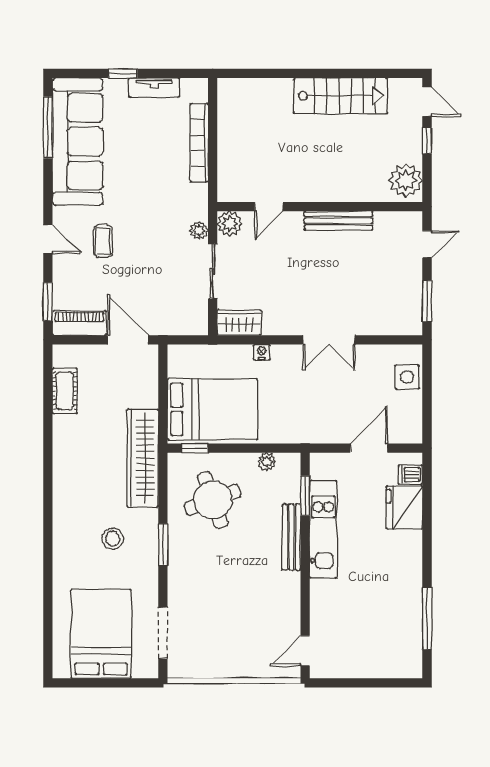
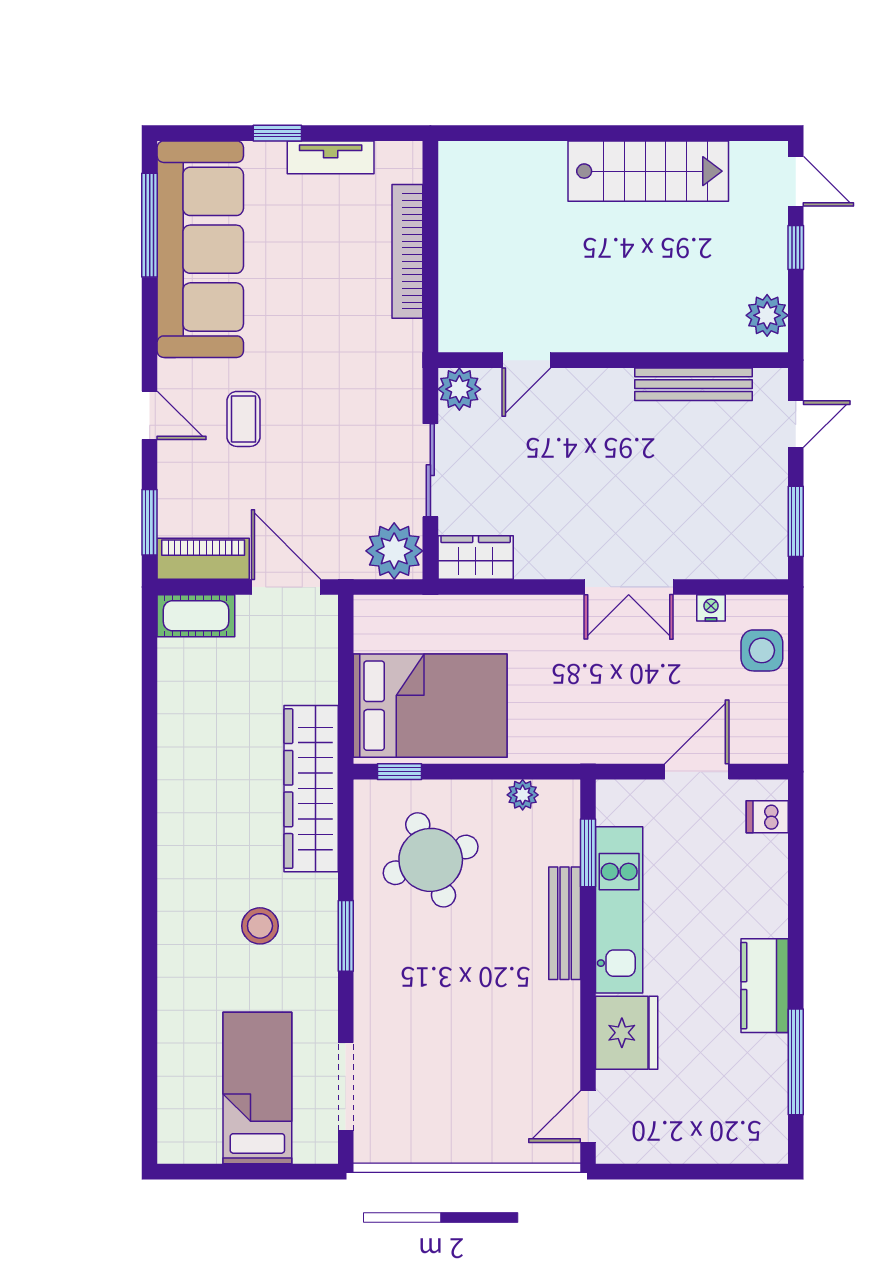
plant: (406, 180) -> (767, 315), width x0.73, depth x0.73
bench: (338, 221) -> (693, 384), moved
plant: (199, 230) -> (394, 551), moved, width x1.87, depth x1.87
nightstand: (262, 352) -> (711, 608), moved
cot: (65, 391) -> (196, 616), moved, turned 90
fridge: (404, 507) -> (627, 1033), moved, turned 180
kitchen counter: (409, 574) -> (765, 986), added
bed: (101, 634) -> (257, 1088), width x0.67

